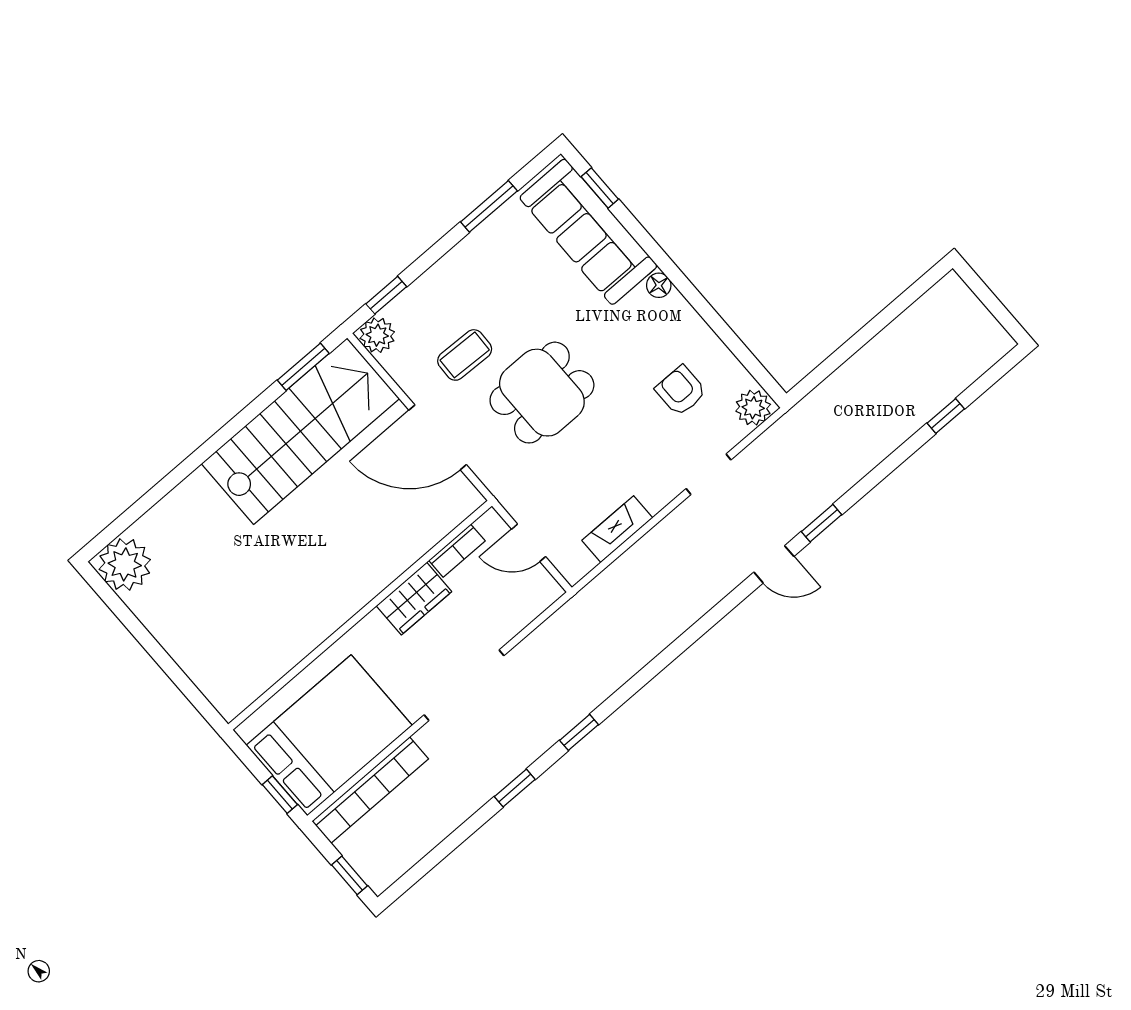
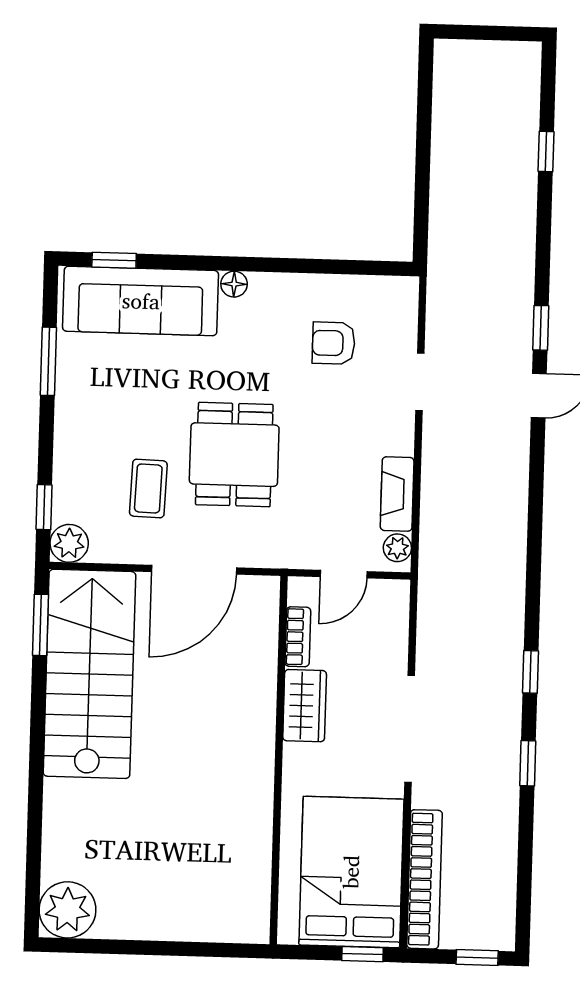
plant: (753, 408) -> (397, 548), moved, width x0.73, depth x0.73

